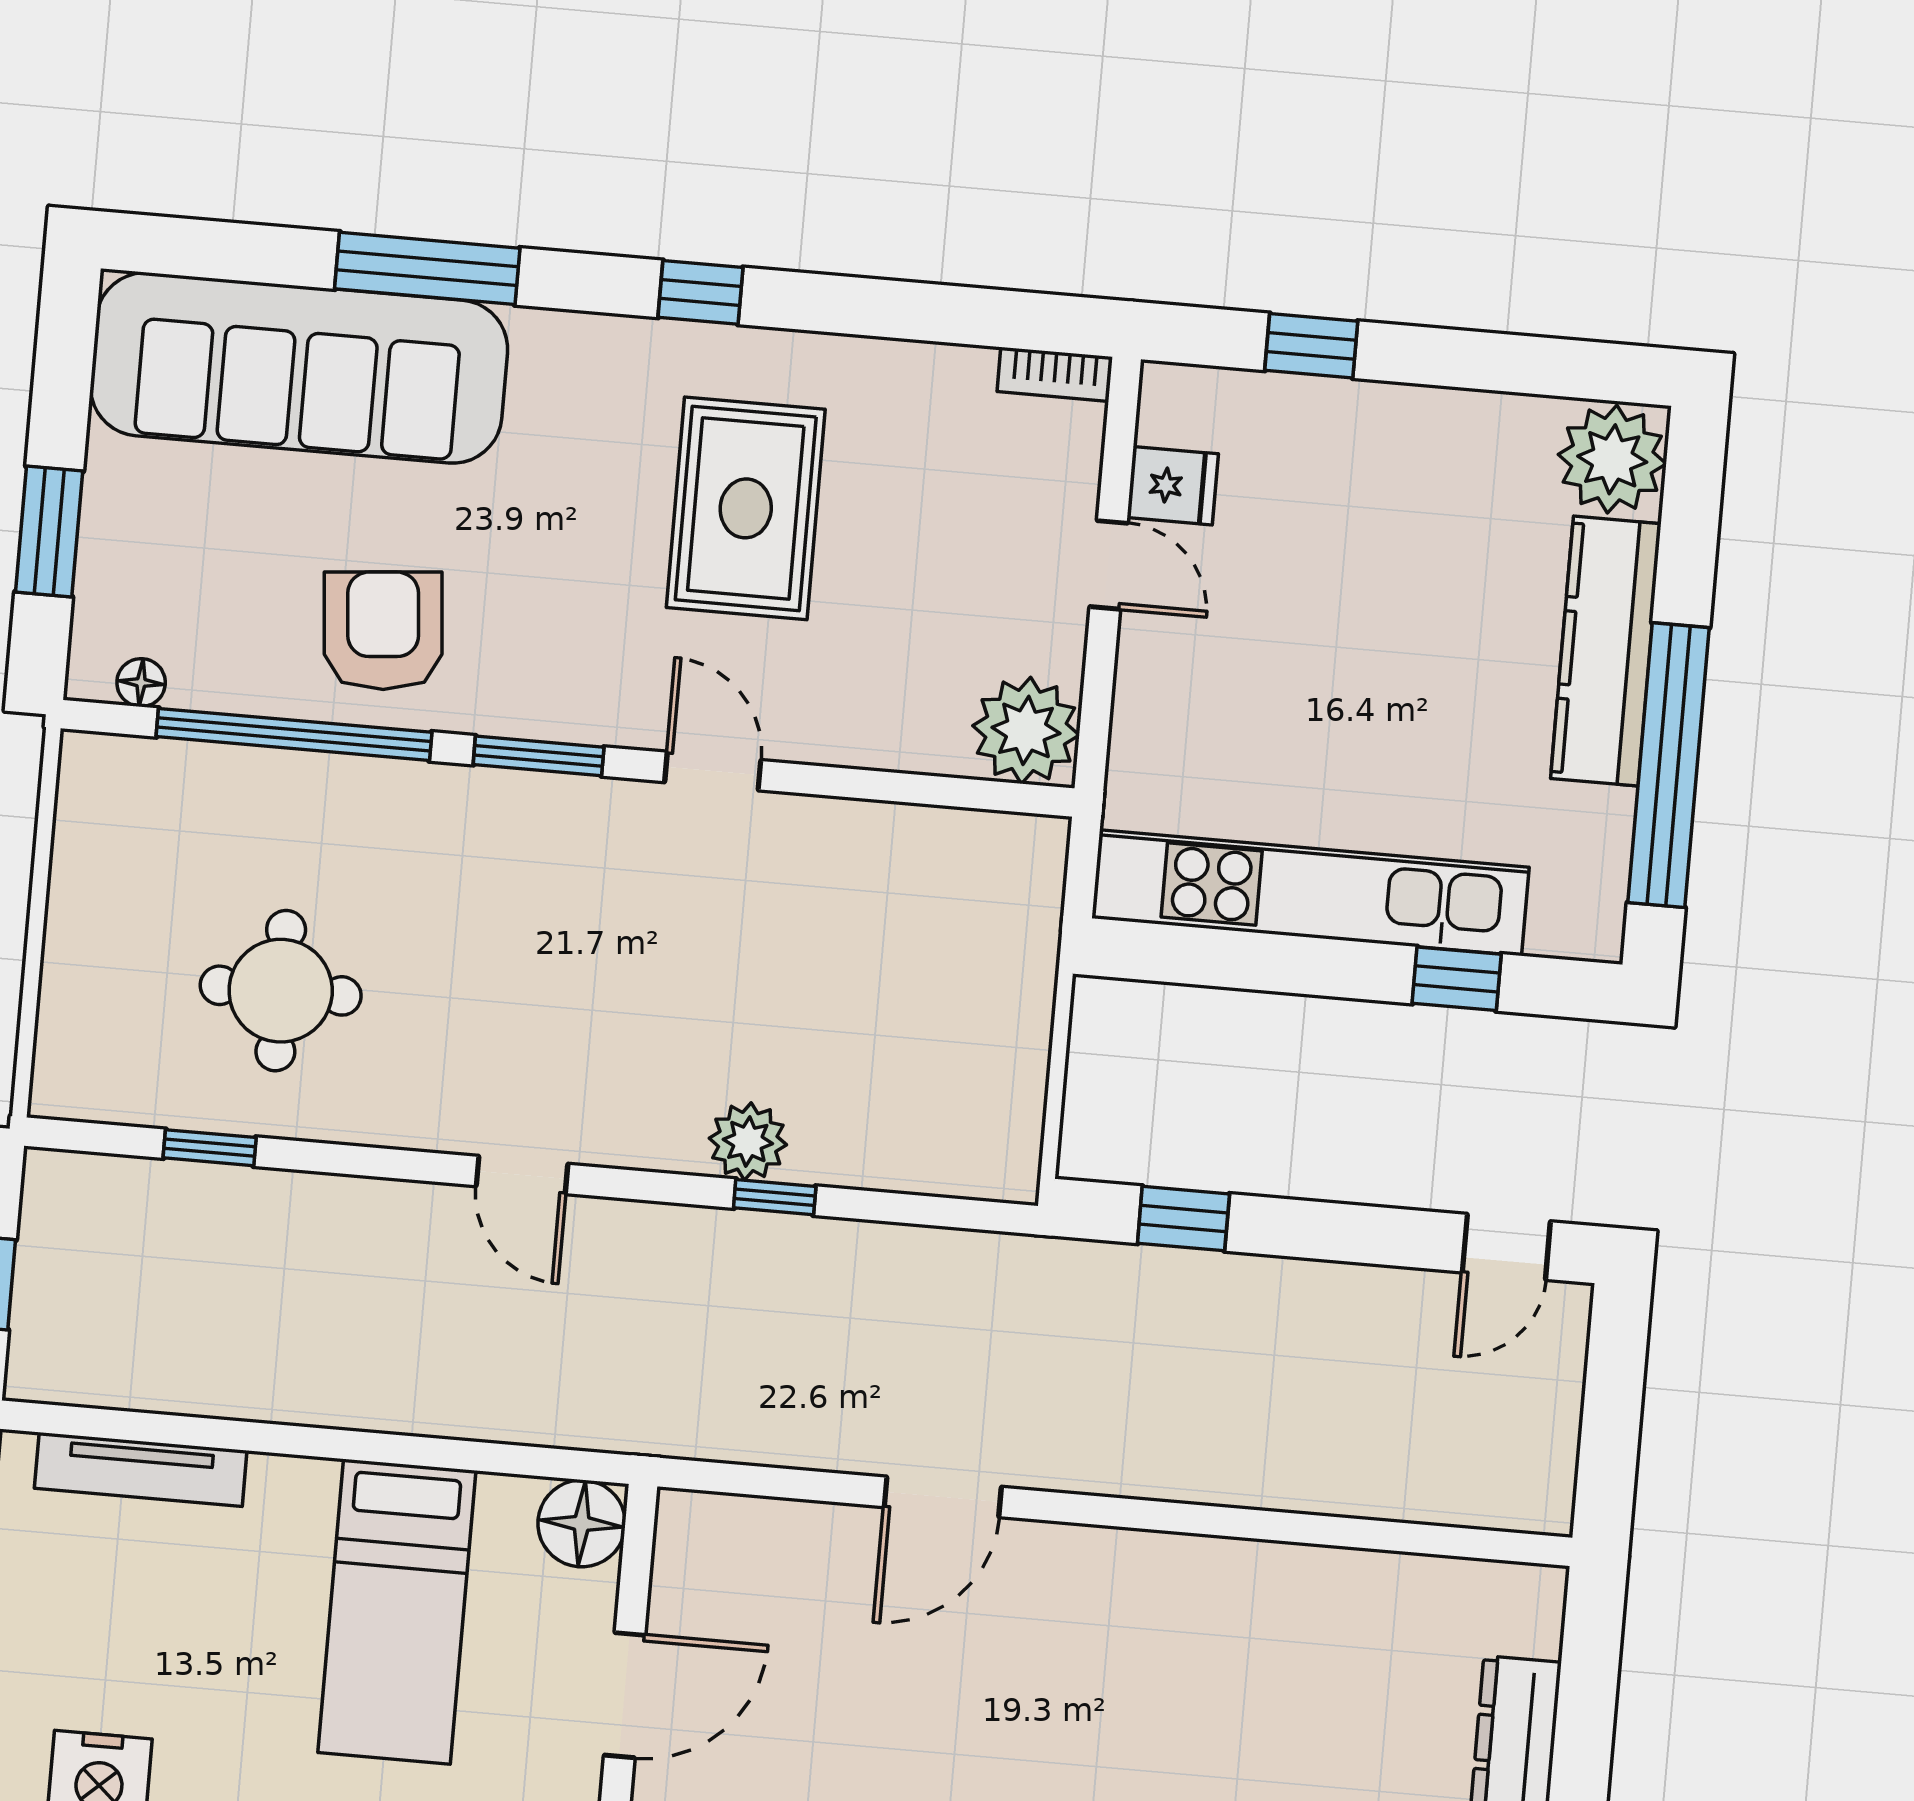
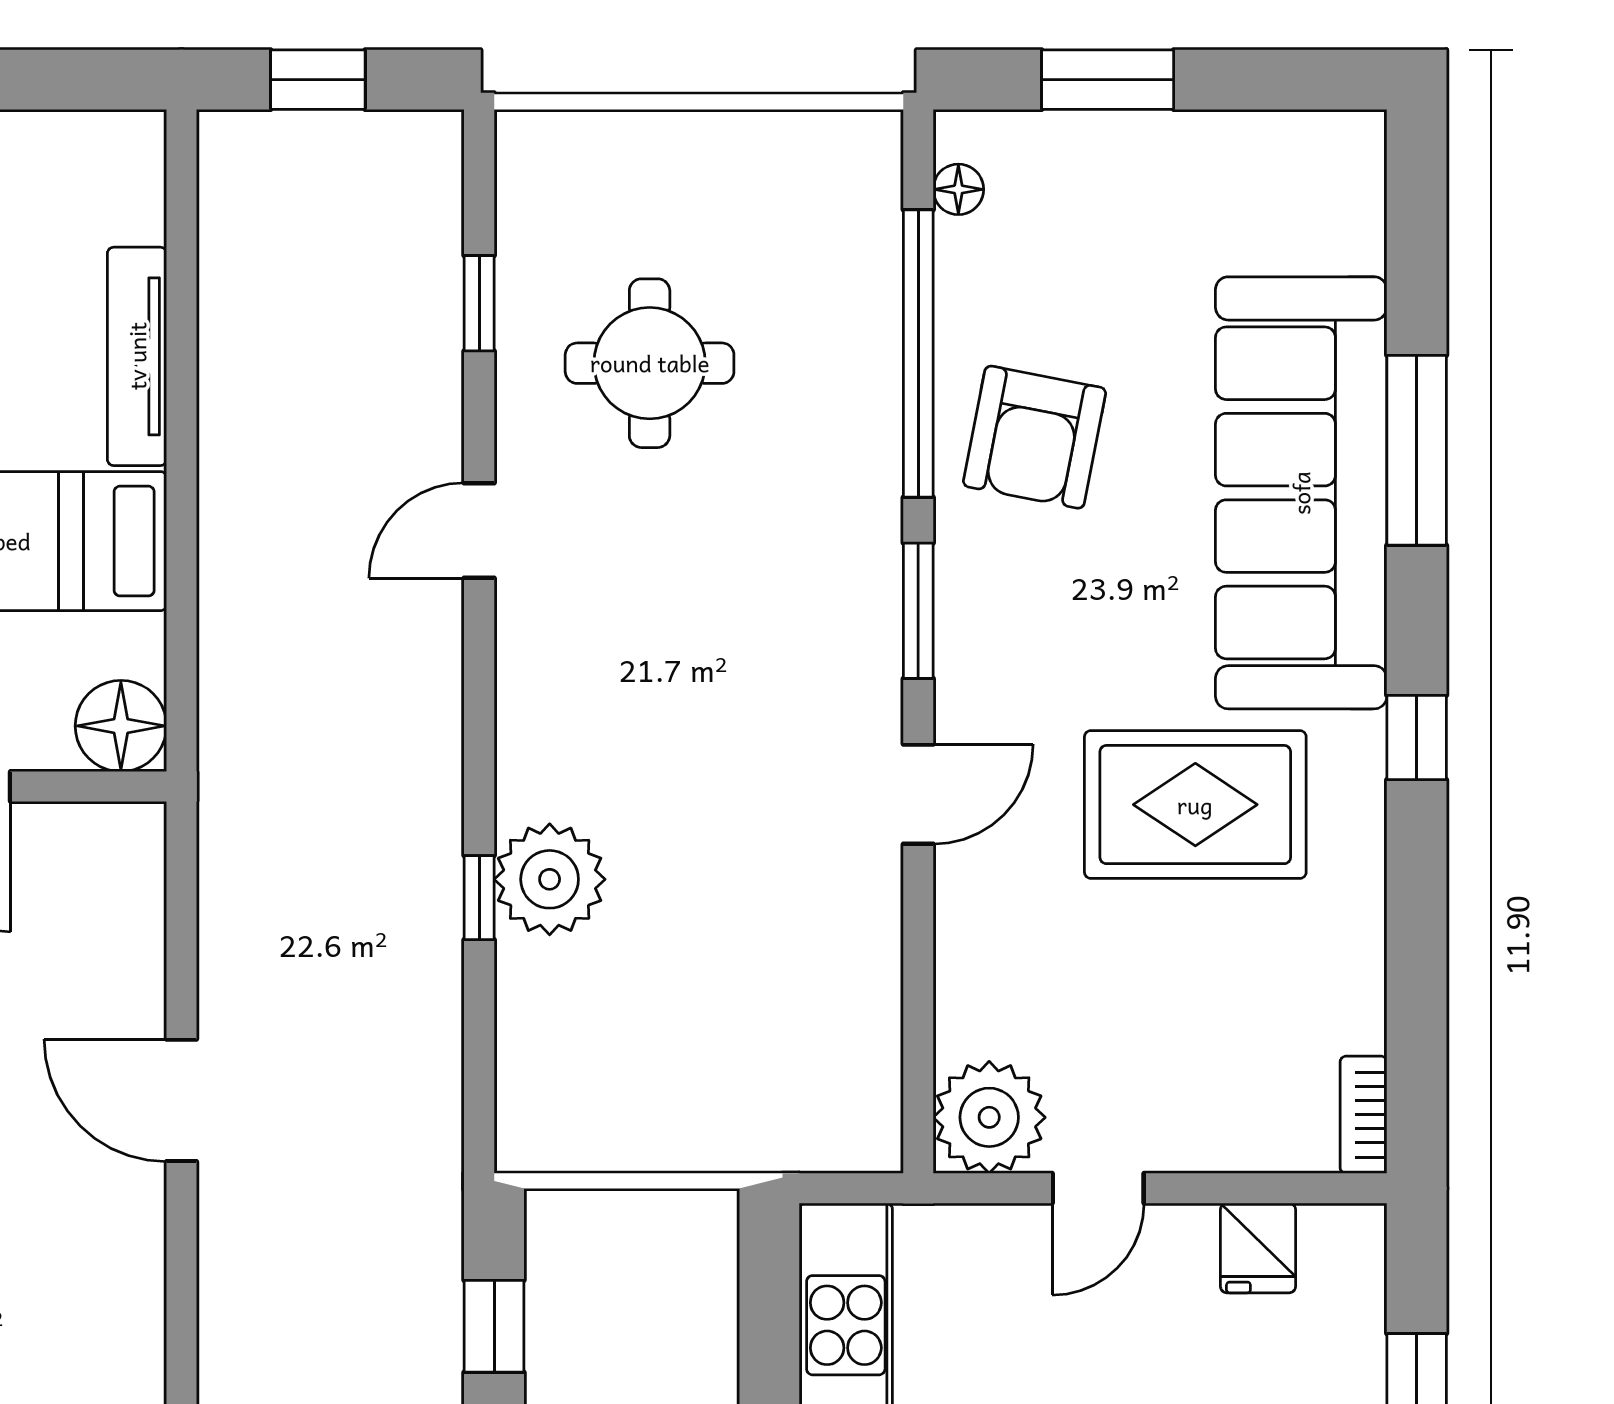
sofa: (299, 368) -> (1301, 493), moved
door: (1109, 565) -> (1098, 1188), moved
armchair: (383, 631) -> (1035, 437), turned 106
plant: (748, 1141) -> (550, 879), width x1.36, depth x1.36
door: (522, 1175) -> (479, 530), moved
tv unit: (141, 1469) -> (137, 356), moved

